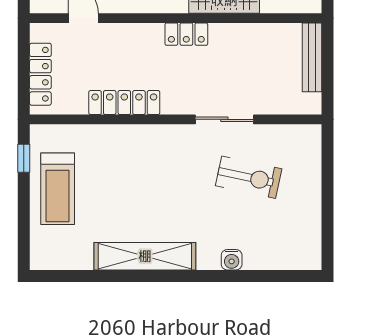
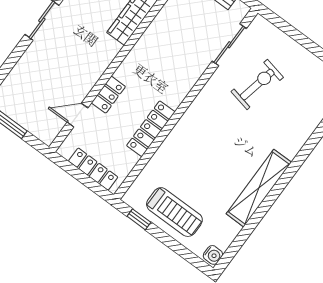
locker: (186, 34) -> (108, 95), moved
sliding door: (224, 119) -> (229, 45), moved
water cooler: (232, 260) -> (213, 255), moved

